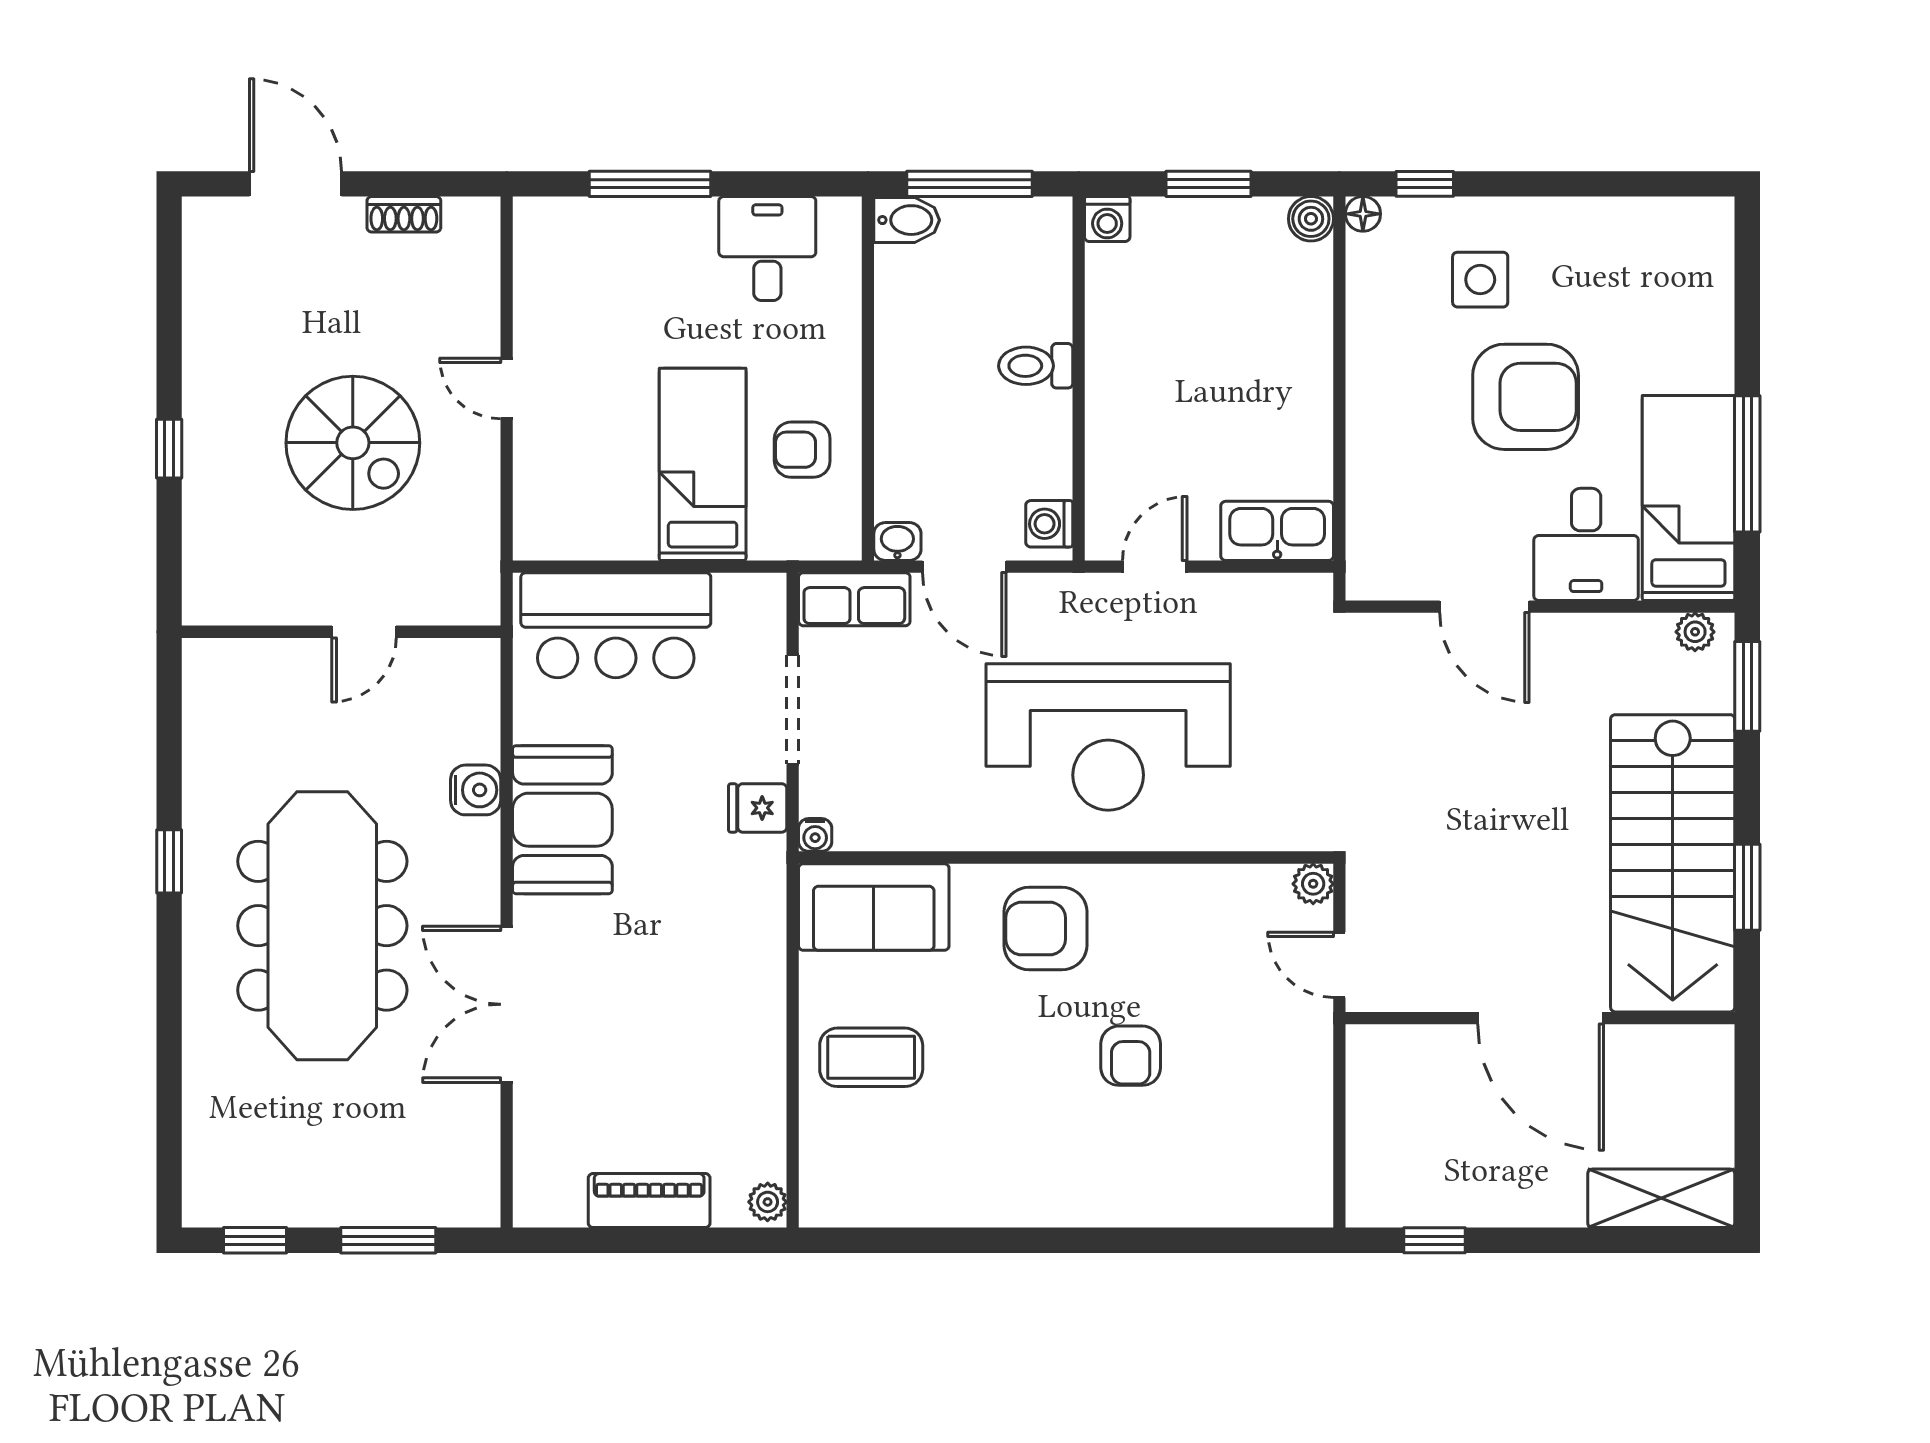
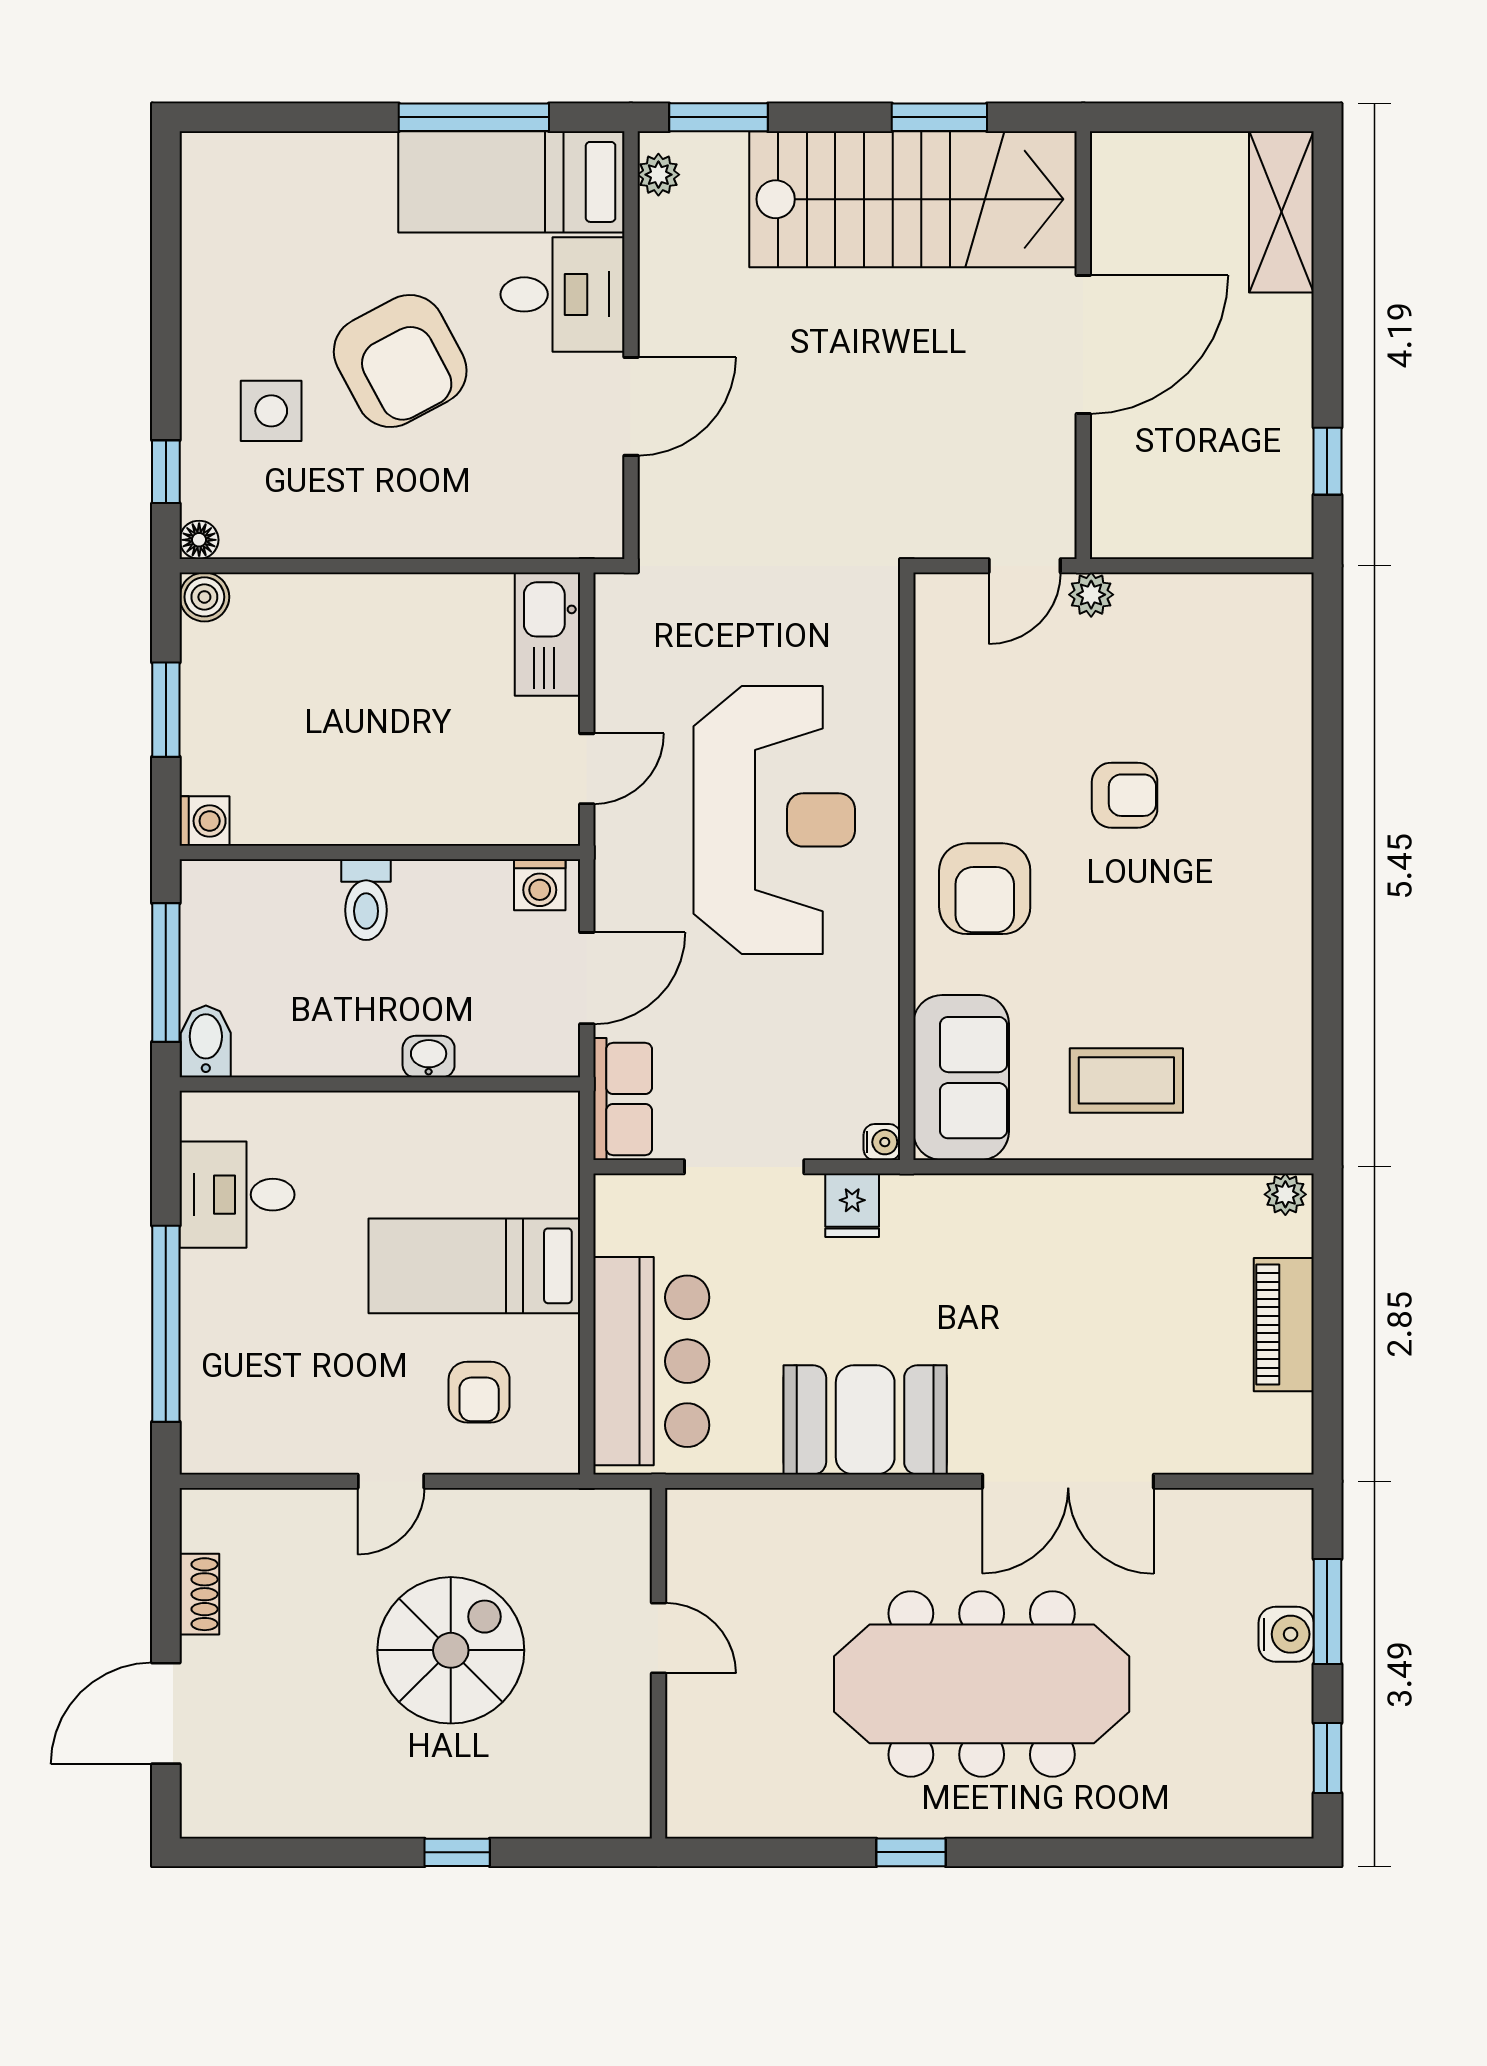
window: (650, 184) -> (166, 1324), width x1.46
armchair: (1526, 397) -> (400, 361), turned 152
armchair: (802, 450) -> (479, 1392), moved
washbasin: (897, 542) -> (429, 1057), moved, turned 90
door: (1155, 567) -> (587, 769), swing flipped
water cooler: (476, 790) -> (1286, 1634), moved, turned 90
plant: (1313, 884) -> (1091, 595), moved
coffee table: (871, 1057) -> (1126, 1080), turned 90

